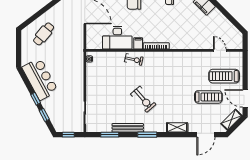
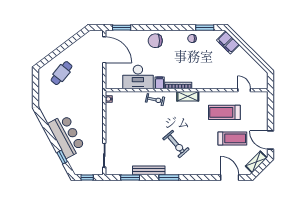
treadmill: (224, 76) -> (224, 112), moved
bar counter: (40, 79) -> (66, 136), moved
window: (36, 99) -> (53, 140), removed
exercise bike: (143, 99) -> (176, 144), moved
shelving: (177, 127) -> (188, 96), moved
door: (206, 135) -> (230, 178), swing flipped

